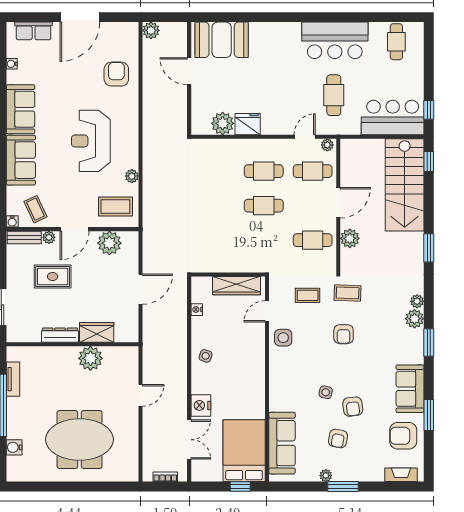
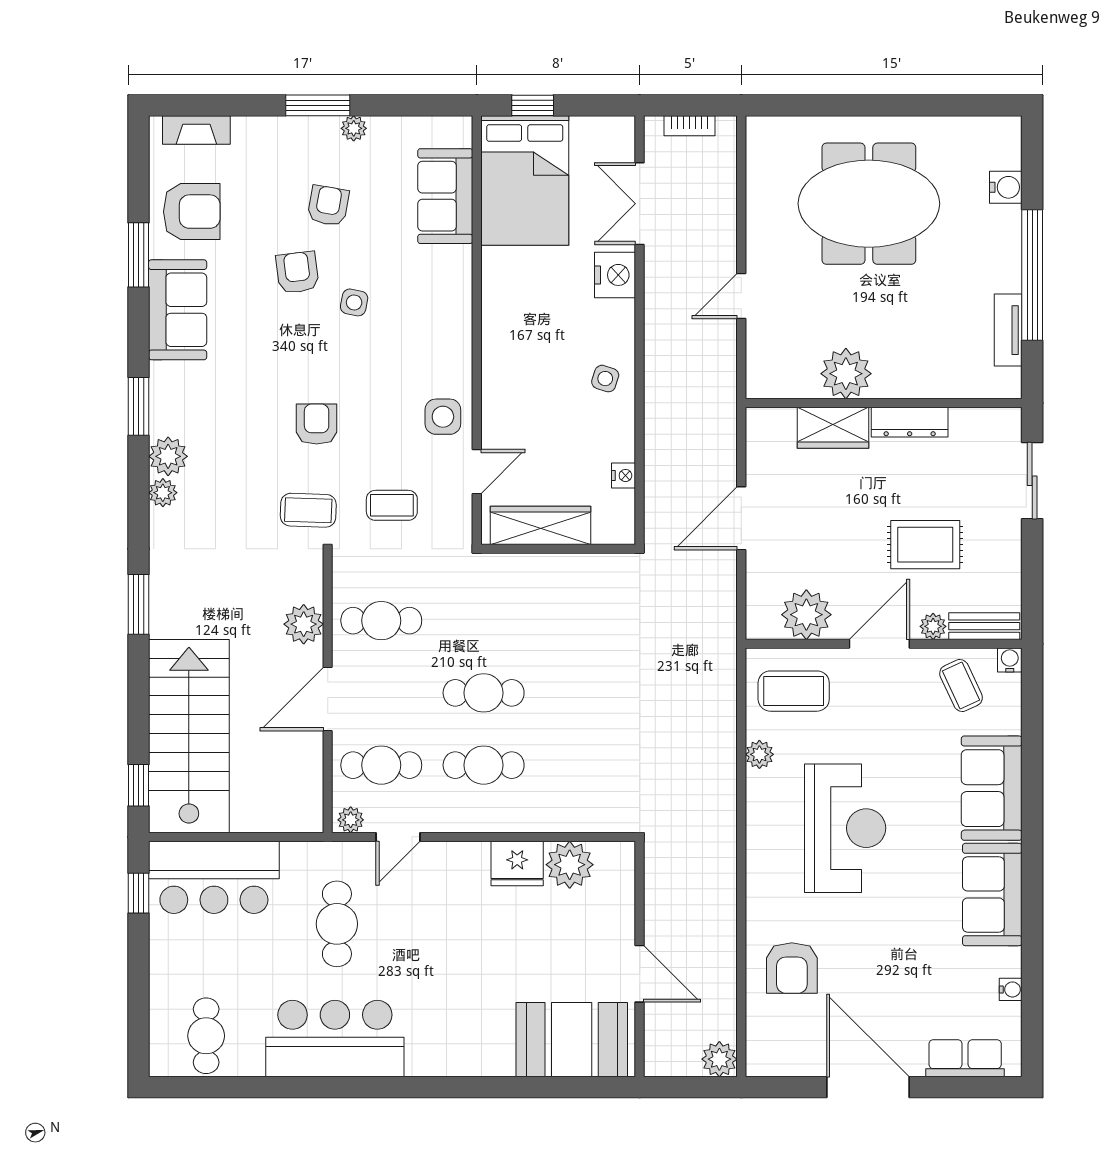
door: (80, 17) -> (868, 1087), hinge flipped
sofa: (282, 443) -> (445, 196), width x0.73

